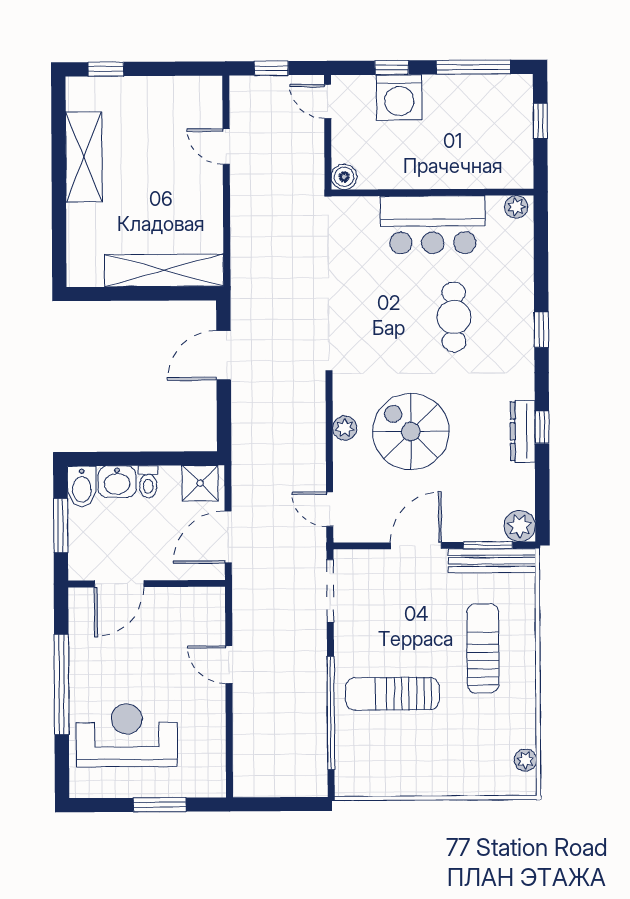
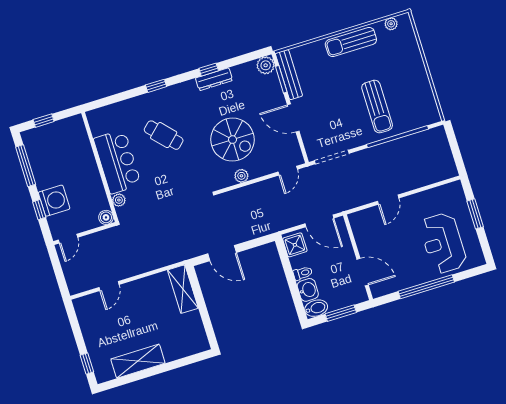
window: (271, 68) -> (59, 274), removed
plant: (516, 207) -> (119, 200), moved
shelving: (164, 270) -> (183, 289), width x0.68
cafe table: (454, 317) -> (164, 135), turned 47
spiral stairs: (411, 432) -> (233, 140), turned -90
sun lounger: (483, 648) -> (351, 42), moved

